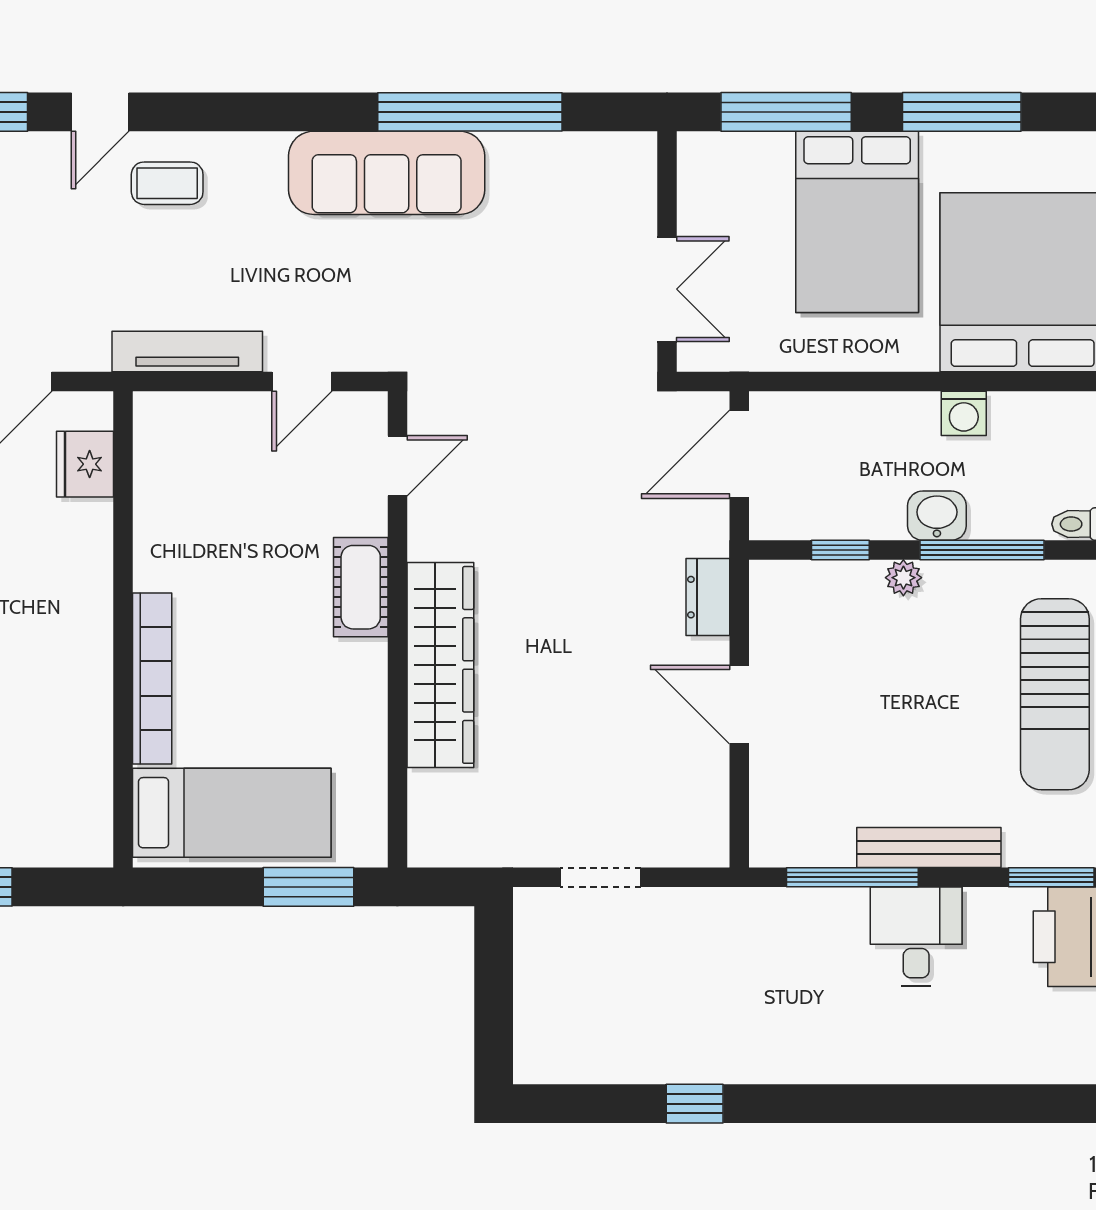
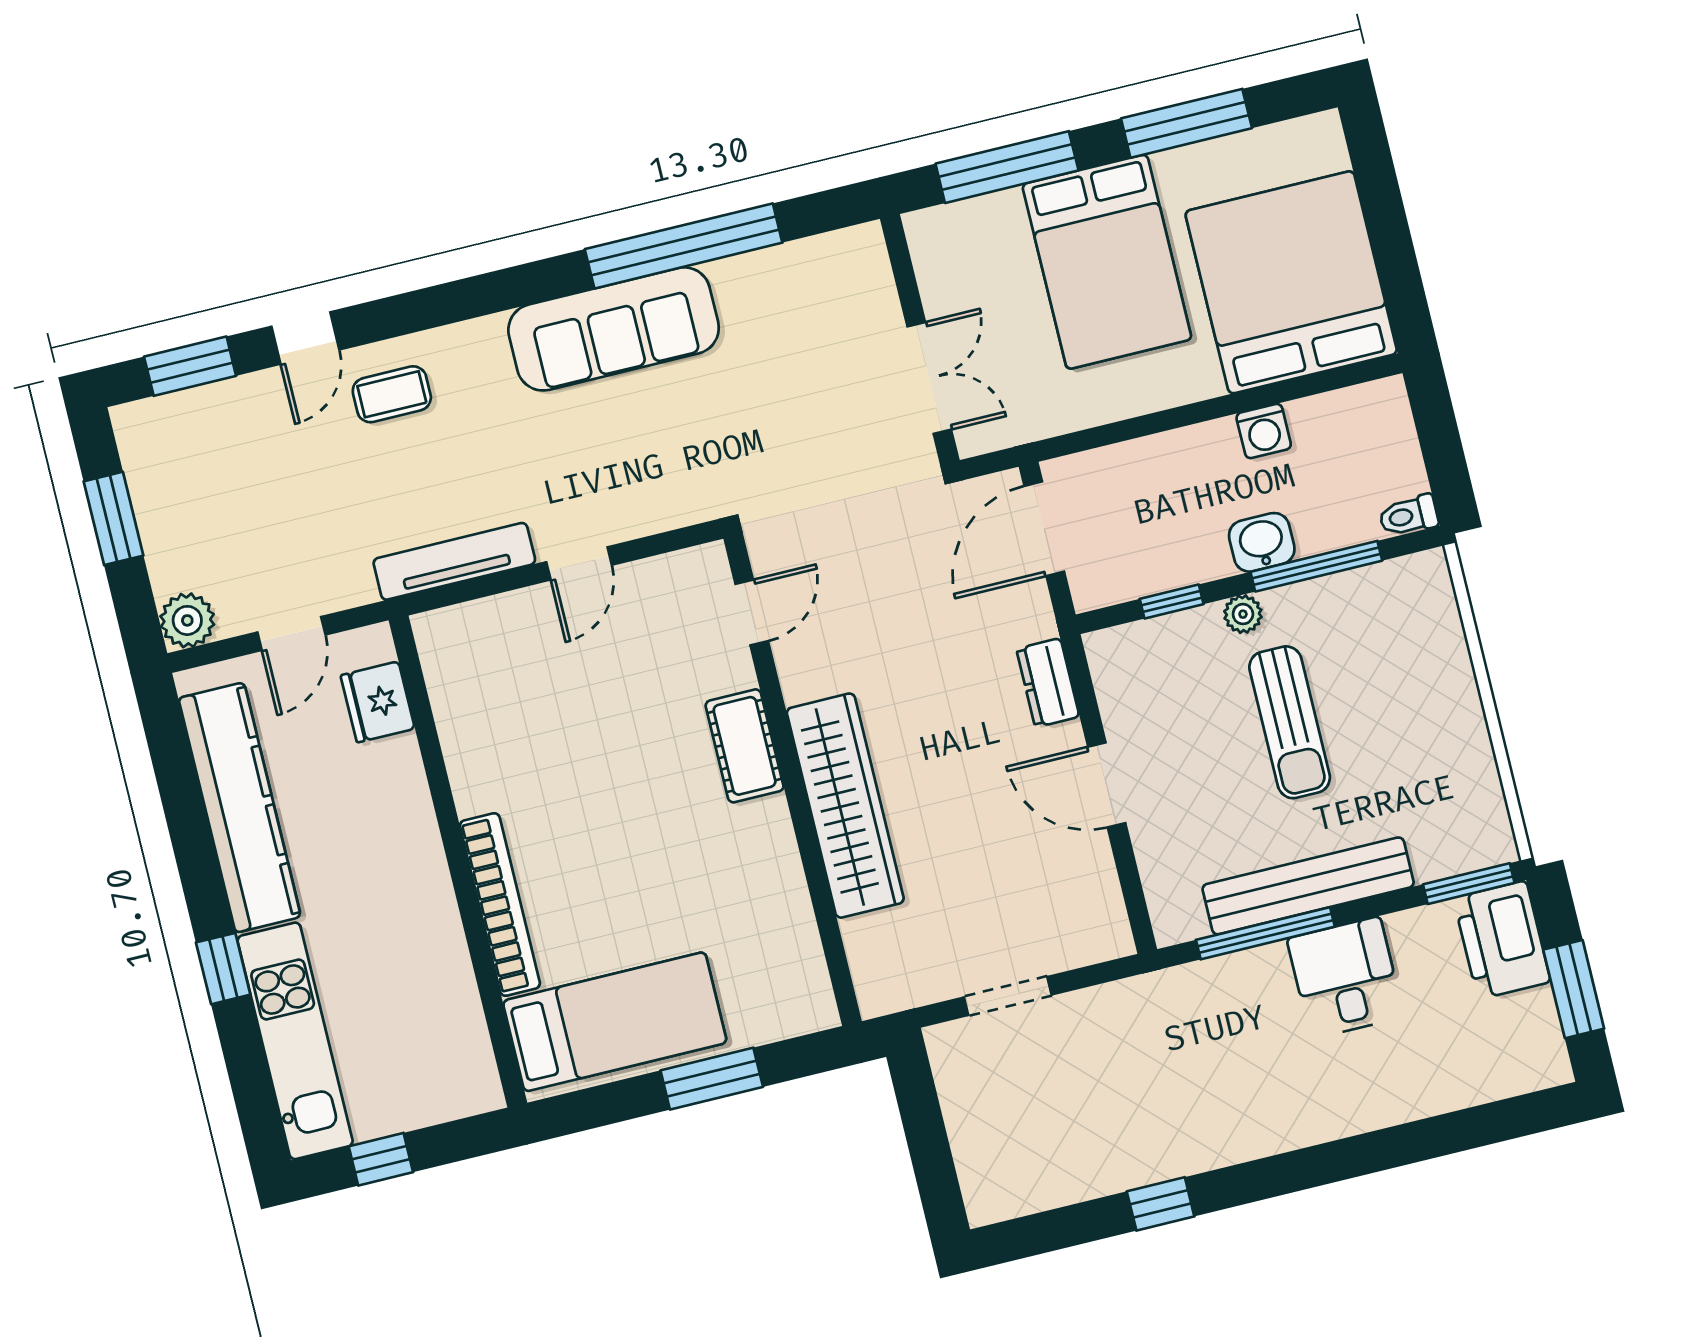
door: (397, 466) -> (752, 612), moved
cot: (361, 587) -> (745, 746), moved
wall: (397, 629) -> (793, 780), moved
wardrobe: (440, 665) -> (845, 806), moved
sun lounger: (1055, 694) -> (1290, 722), moved, width x0.73, depth x0.75
bench: (929, 848) -> (1308, 886), width x1.37, depth x1.21

